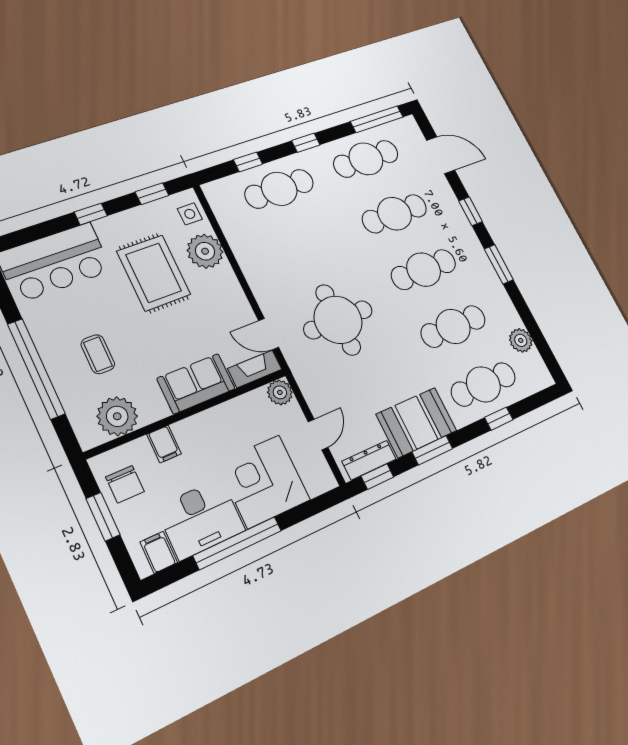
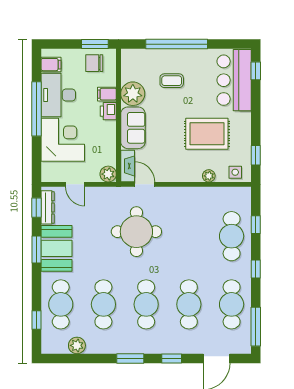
window: (91, 214) -> (256, 71), moved
plant: (205, 251) -> (209, 176), width x0.53, depth x0.53
door: (269, 334) -> (145, 184), hinge flipped
plant: (117, 416) -> (133, 94), moved
window: (499, 419) -> (36, 320), moved
printer: (189, 431) -> (108, 111), added
window: (103, 517) -> (95, 44), moved

